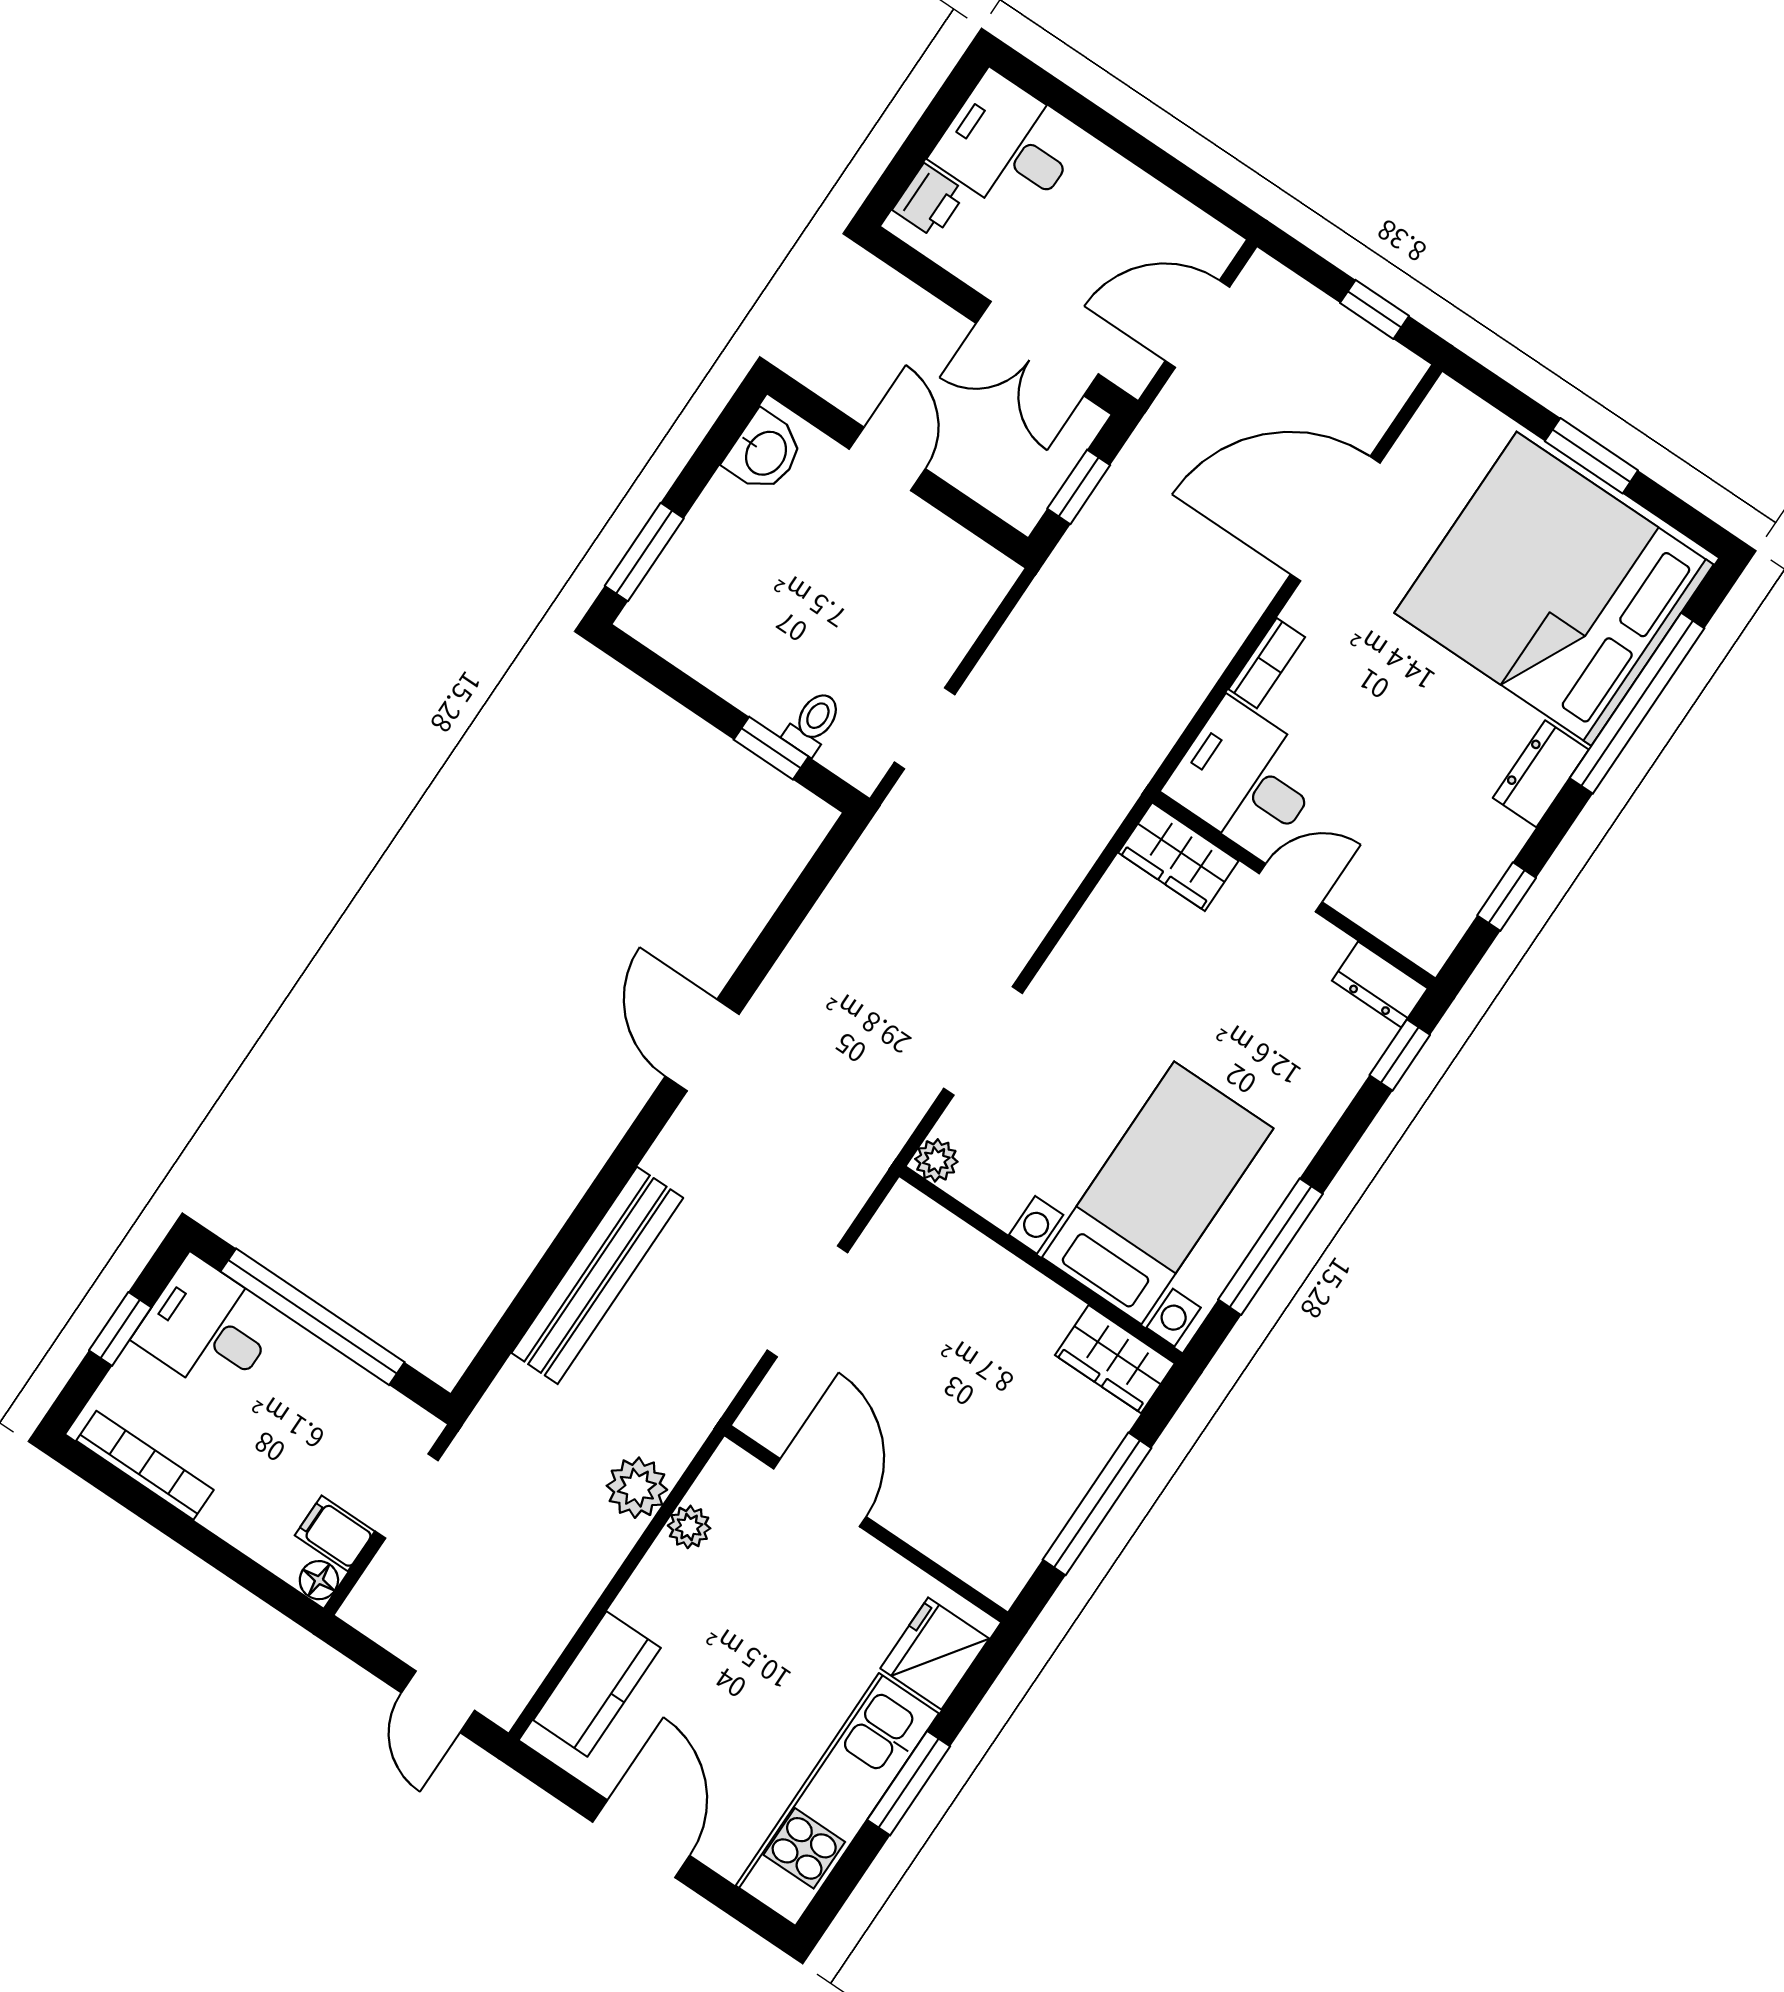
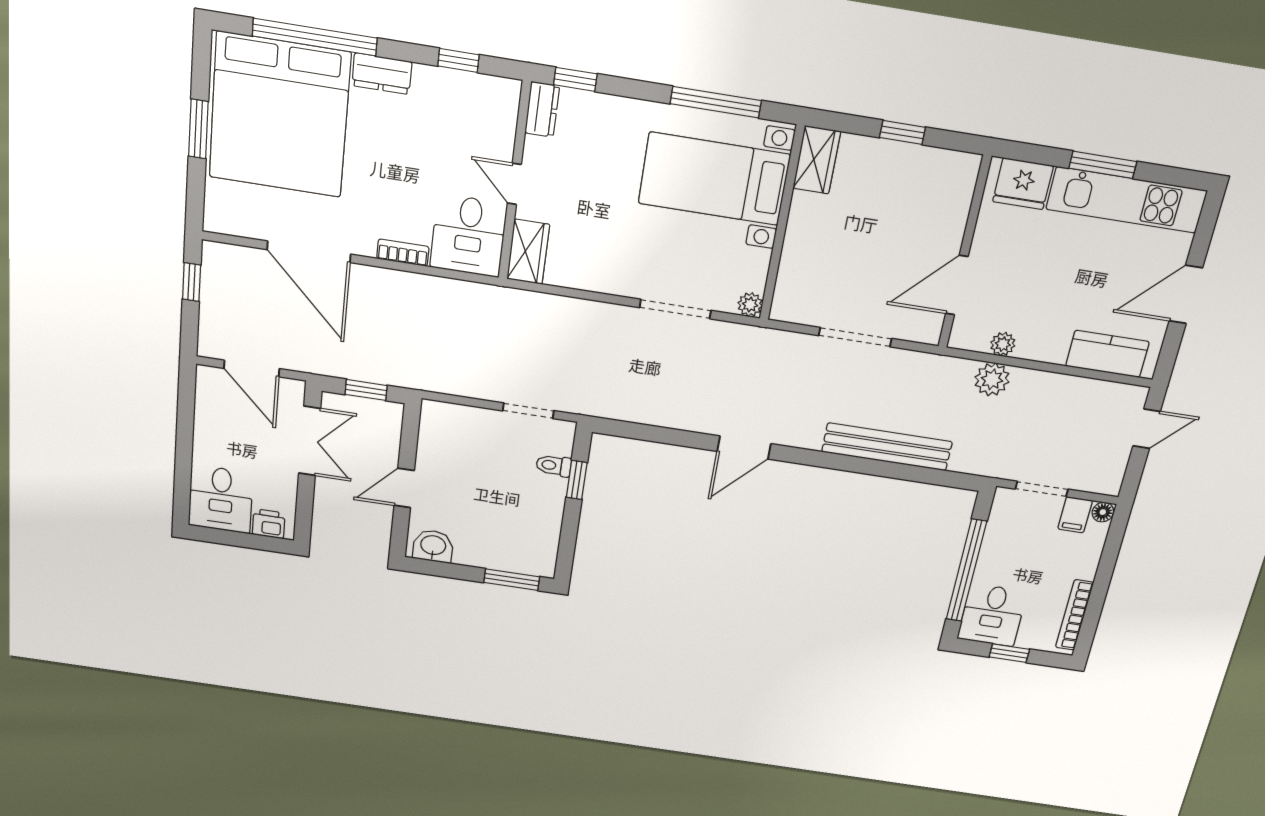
window: (1097, 1504) -> (902, 132), width x0.46

